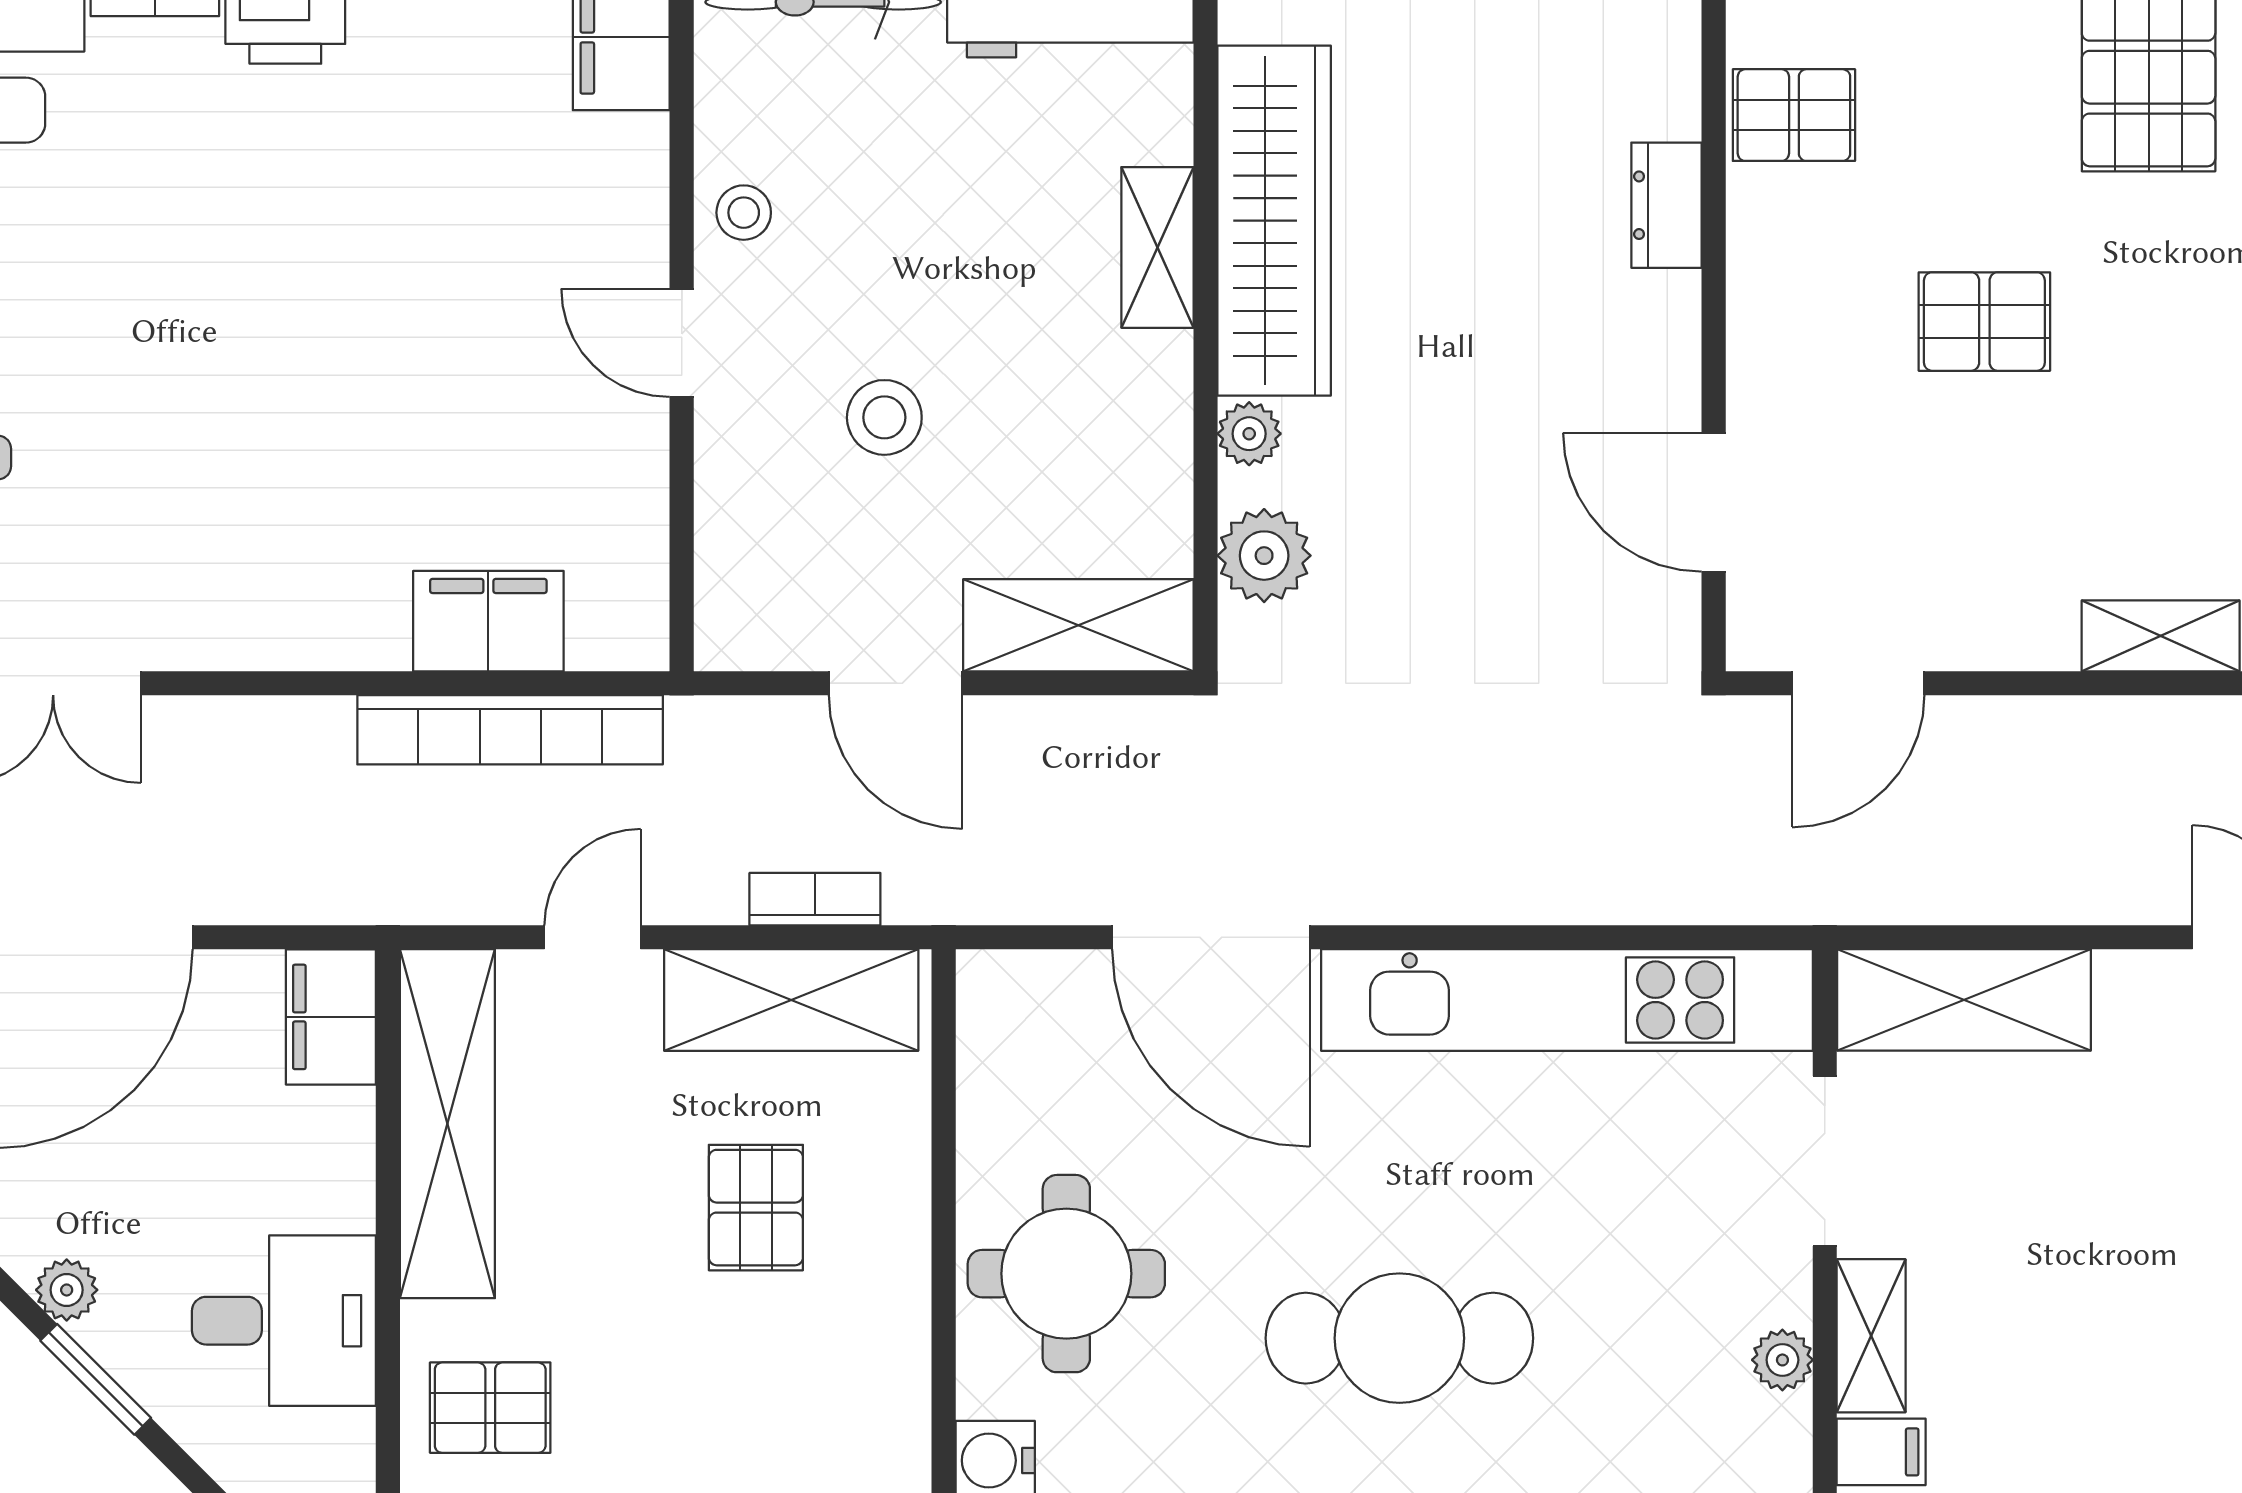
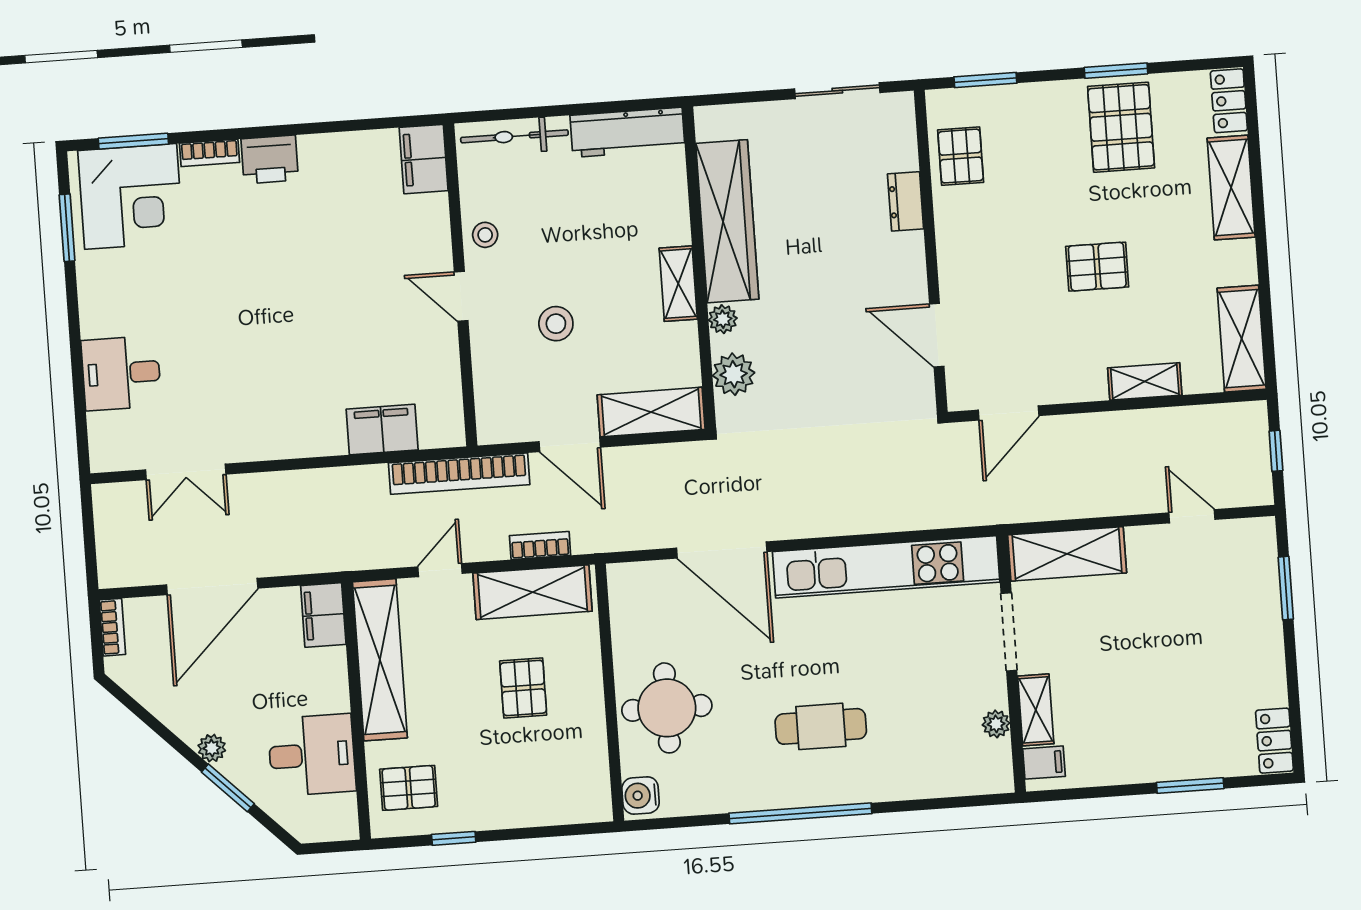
pallet: (1794, 115) -> (961, 156), turned 90
shelving: (1158, 247) -> (678, 284), moved
pallet: (1984, 322) -> (1097, 267), moved
bookcase: (510, 730) -> (459, 474), moved
cafe table: (1399, 1338) -> (821, 726), width x0.73, depth x0.74

